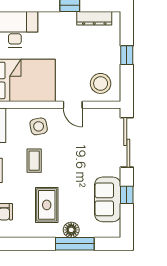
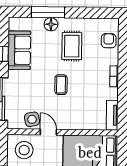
side table: (39, 126) -> (32, 119), moved
coffee table: (34, 161) -> (61, 85), moved

